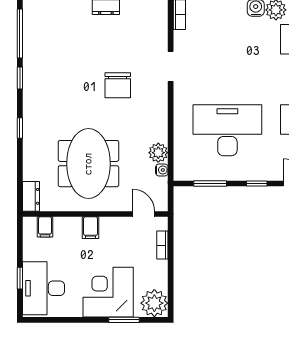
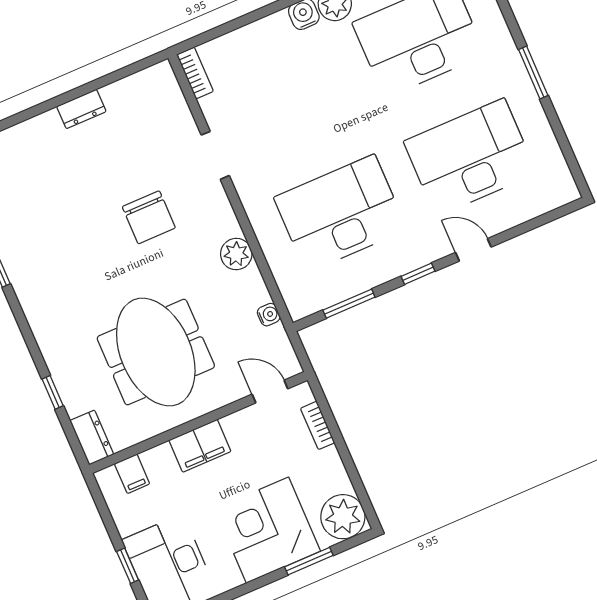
window: (20, 128) -> (53, 392), moved
plant: (158, 153) -> (236, 254), moved
filing cabinet: (90, 228) -> (200, 446), width x2.00

